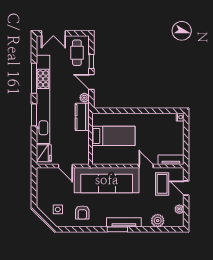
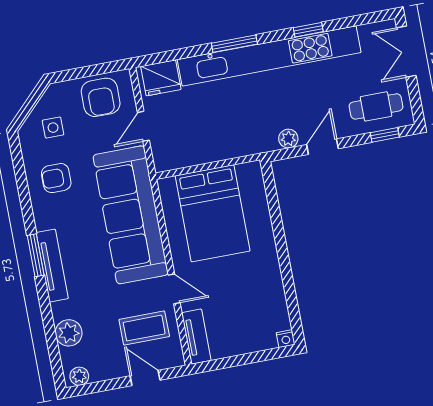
window: (91, 61) -> (385, 135), moved
window: (34, 78) -> (308, 30), width x0.46
kitchen counter: (82, 117) -> (249, 142), removed
bed: (113, 136) -> (213, 213), width x1.50
door: (146, 166) -> (174, 289), hinge flipped
armchair: (48, 184) -> (101, 97), added
door: (186, 188) -> (145, 378), hinge flipped
plant: (179, 209) -> (79, 376), moved

